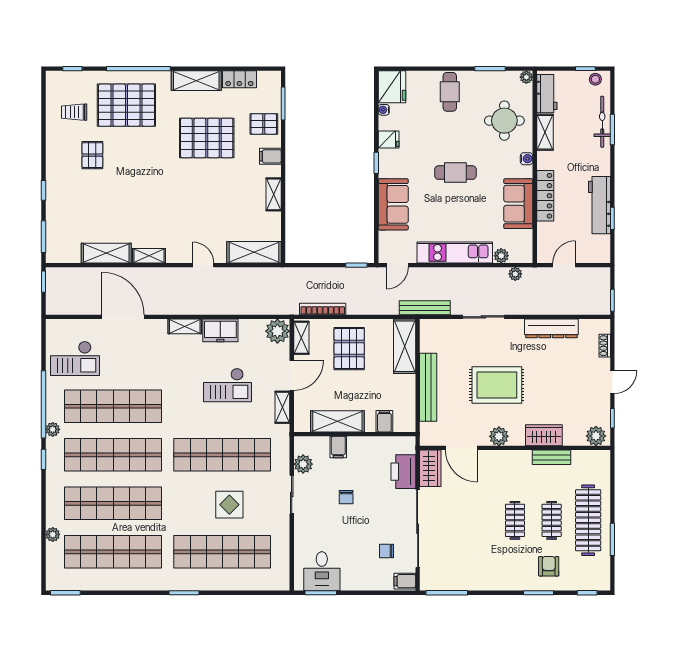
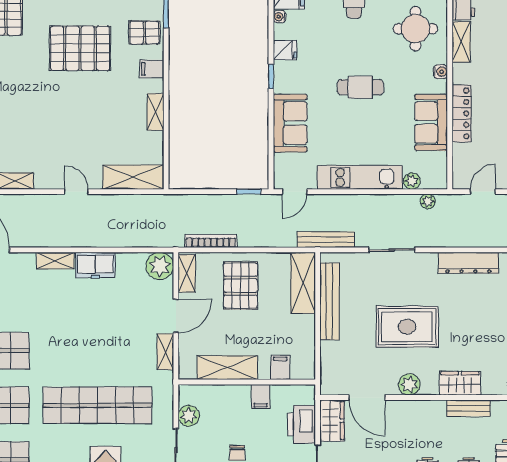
checkout: (227, 385) -> (103, 327), removed
bench: (428, 387) -> (330, 301), moved
filing cabinet: (338, 447) -> (260, 397), moved

